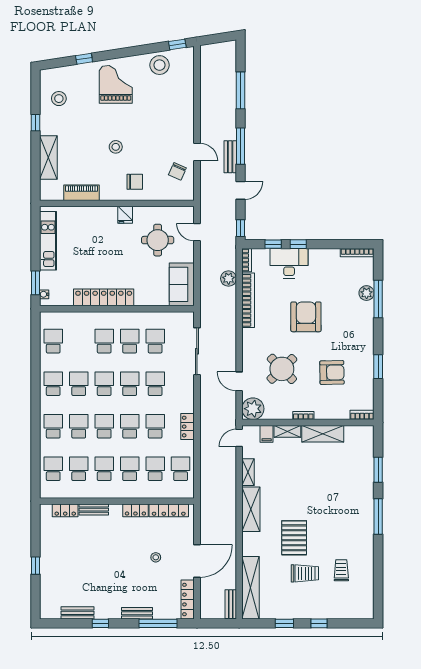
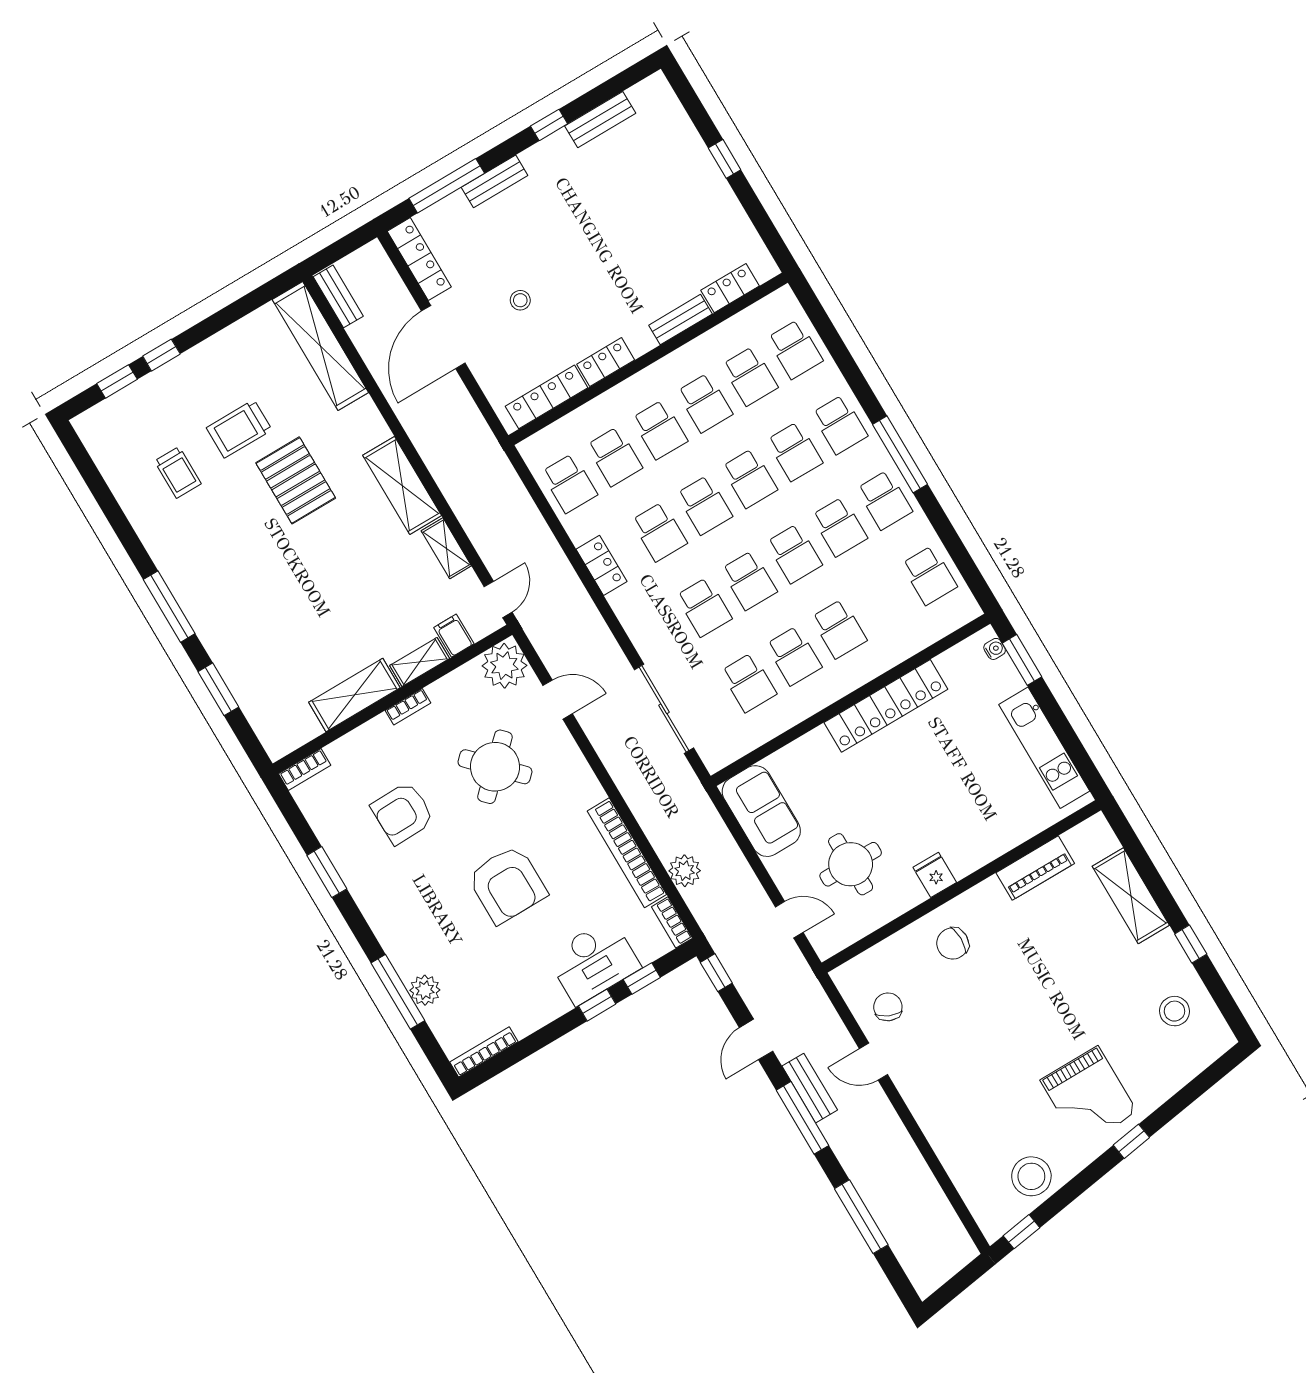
window: (84, 59) -> (1131, 1141), moved
stool: (116, 147) -> (1023, 985), removed
window: (35, 399) -> (900, 454), added
window: (284, 623) -> (117, 381), moved

